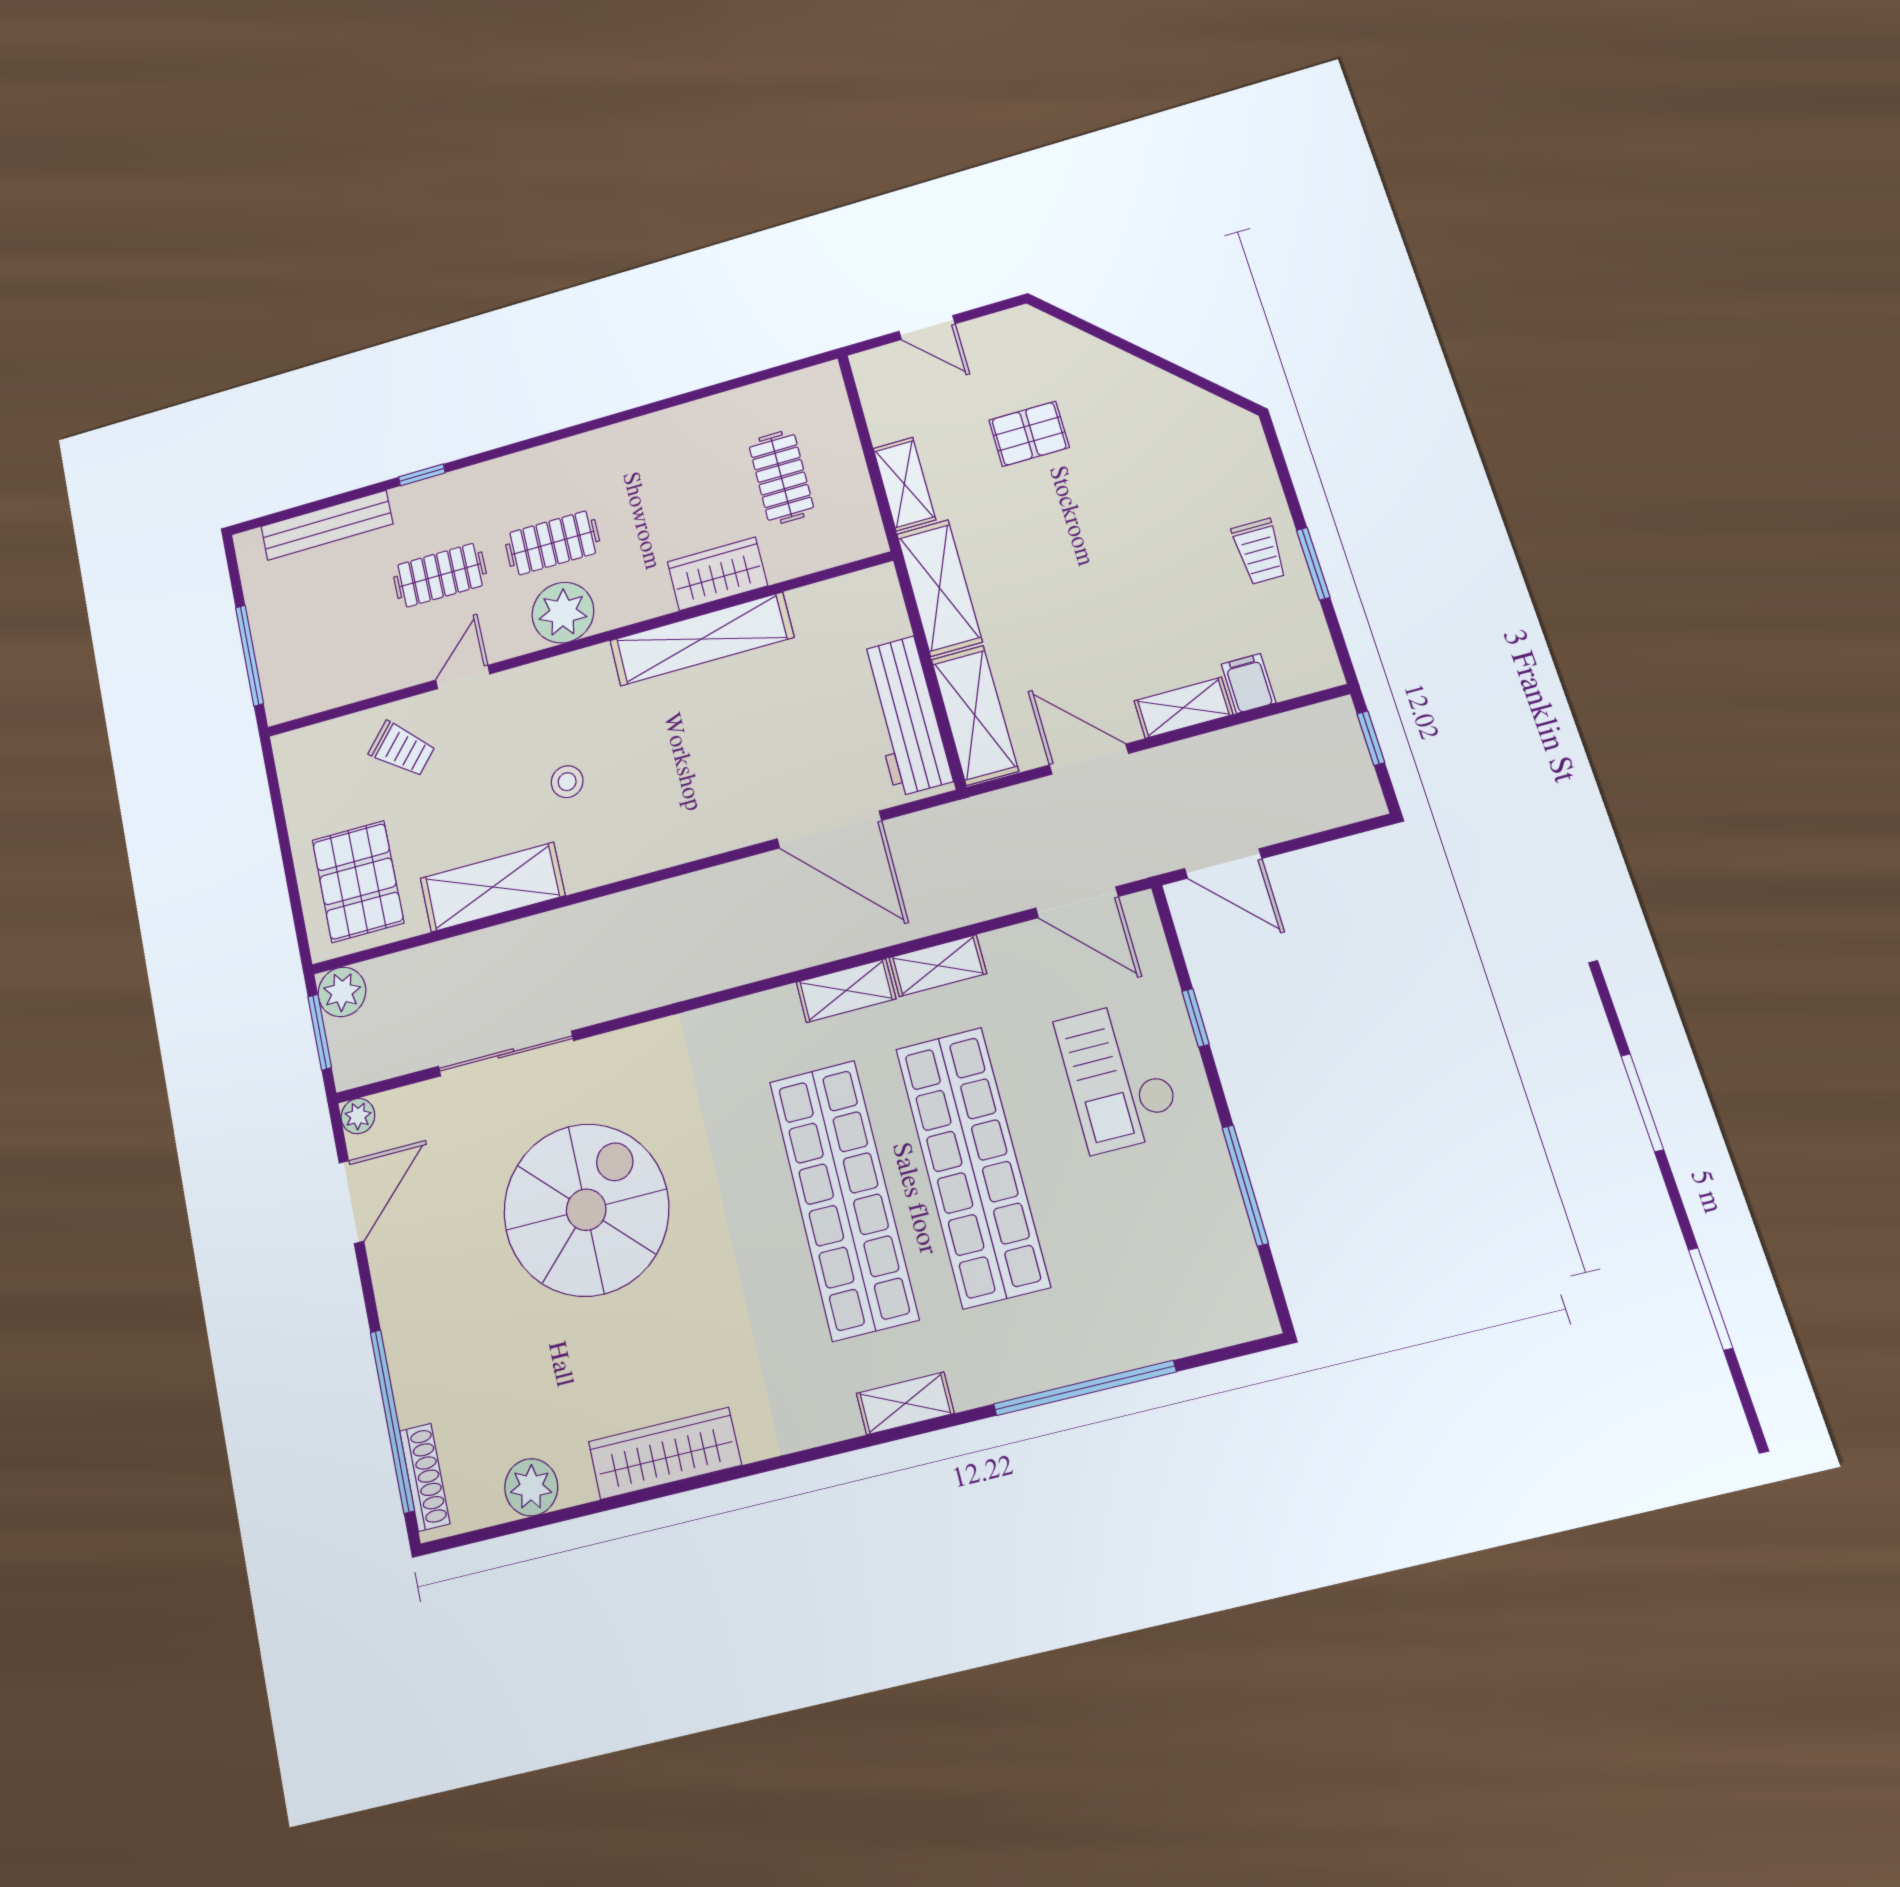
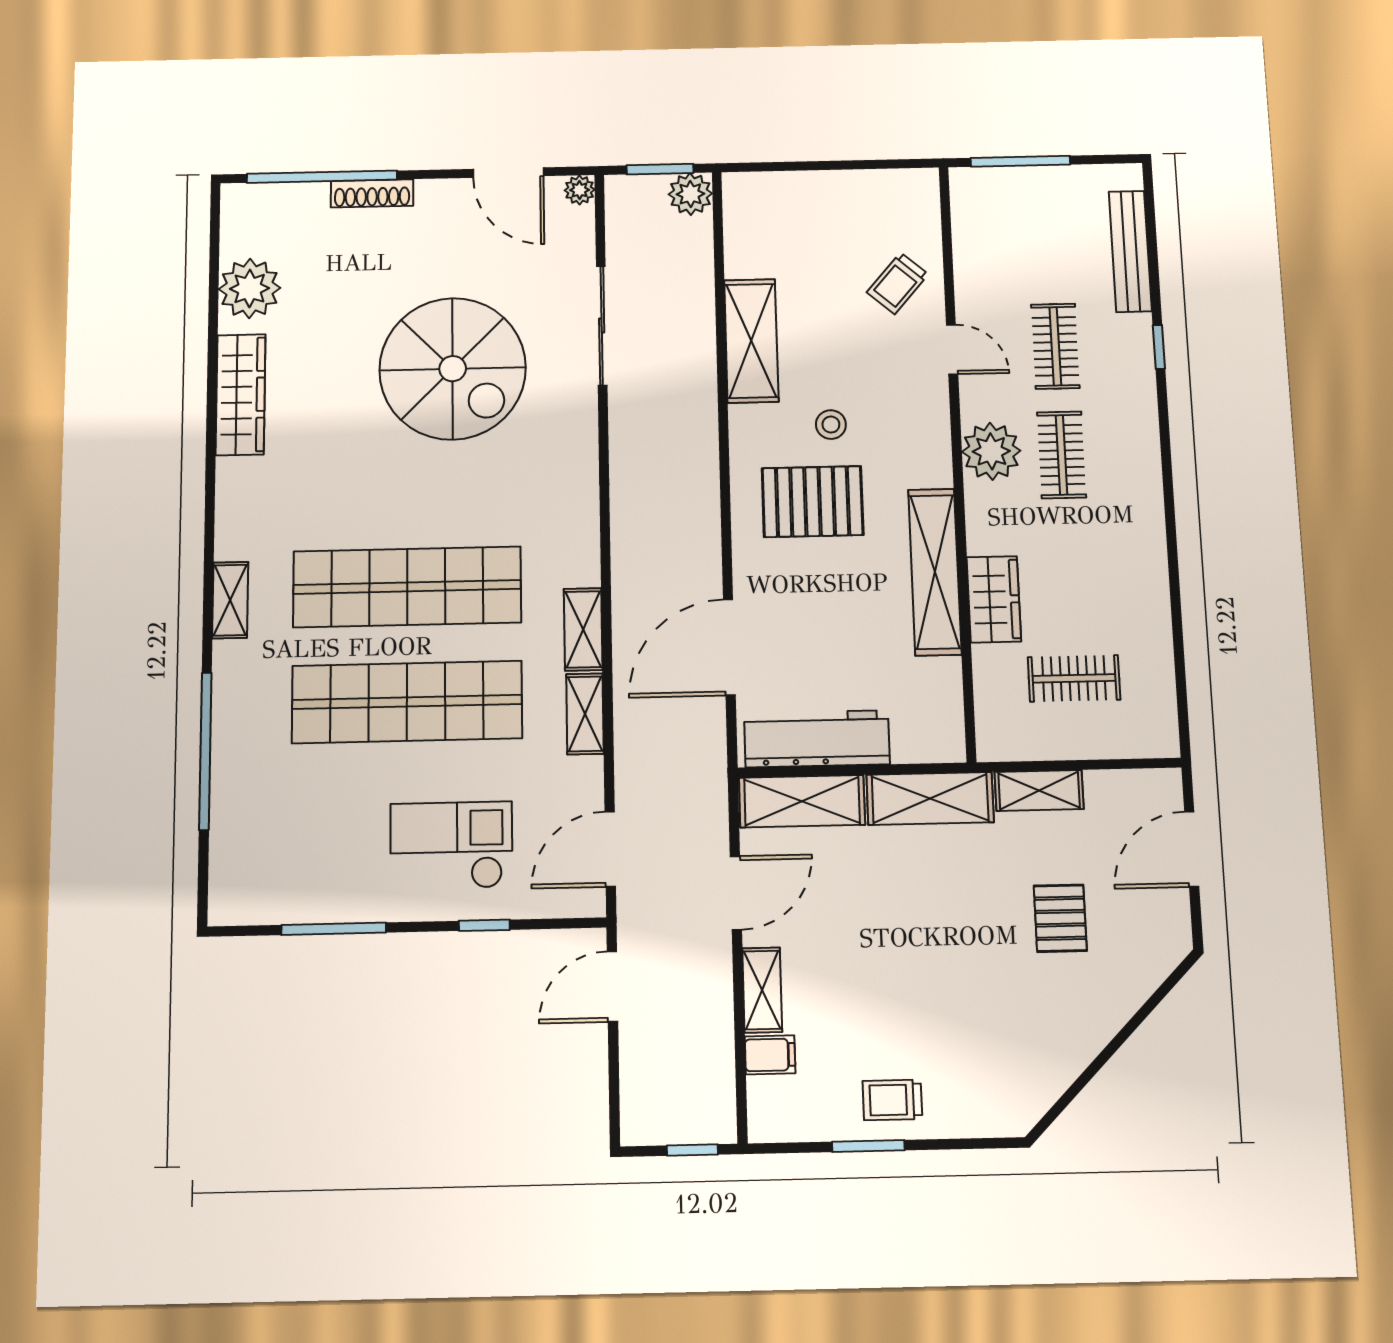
door: (927, 327) -> (1192, 849), width x1.38
pallet: (358, 881) -> (813, 502), moved
shoe rack: (425, 1477) -> (372, 193), moved
plant: (531, 1487) -> (250, 288), width x1.36, depth x1.36

